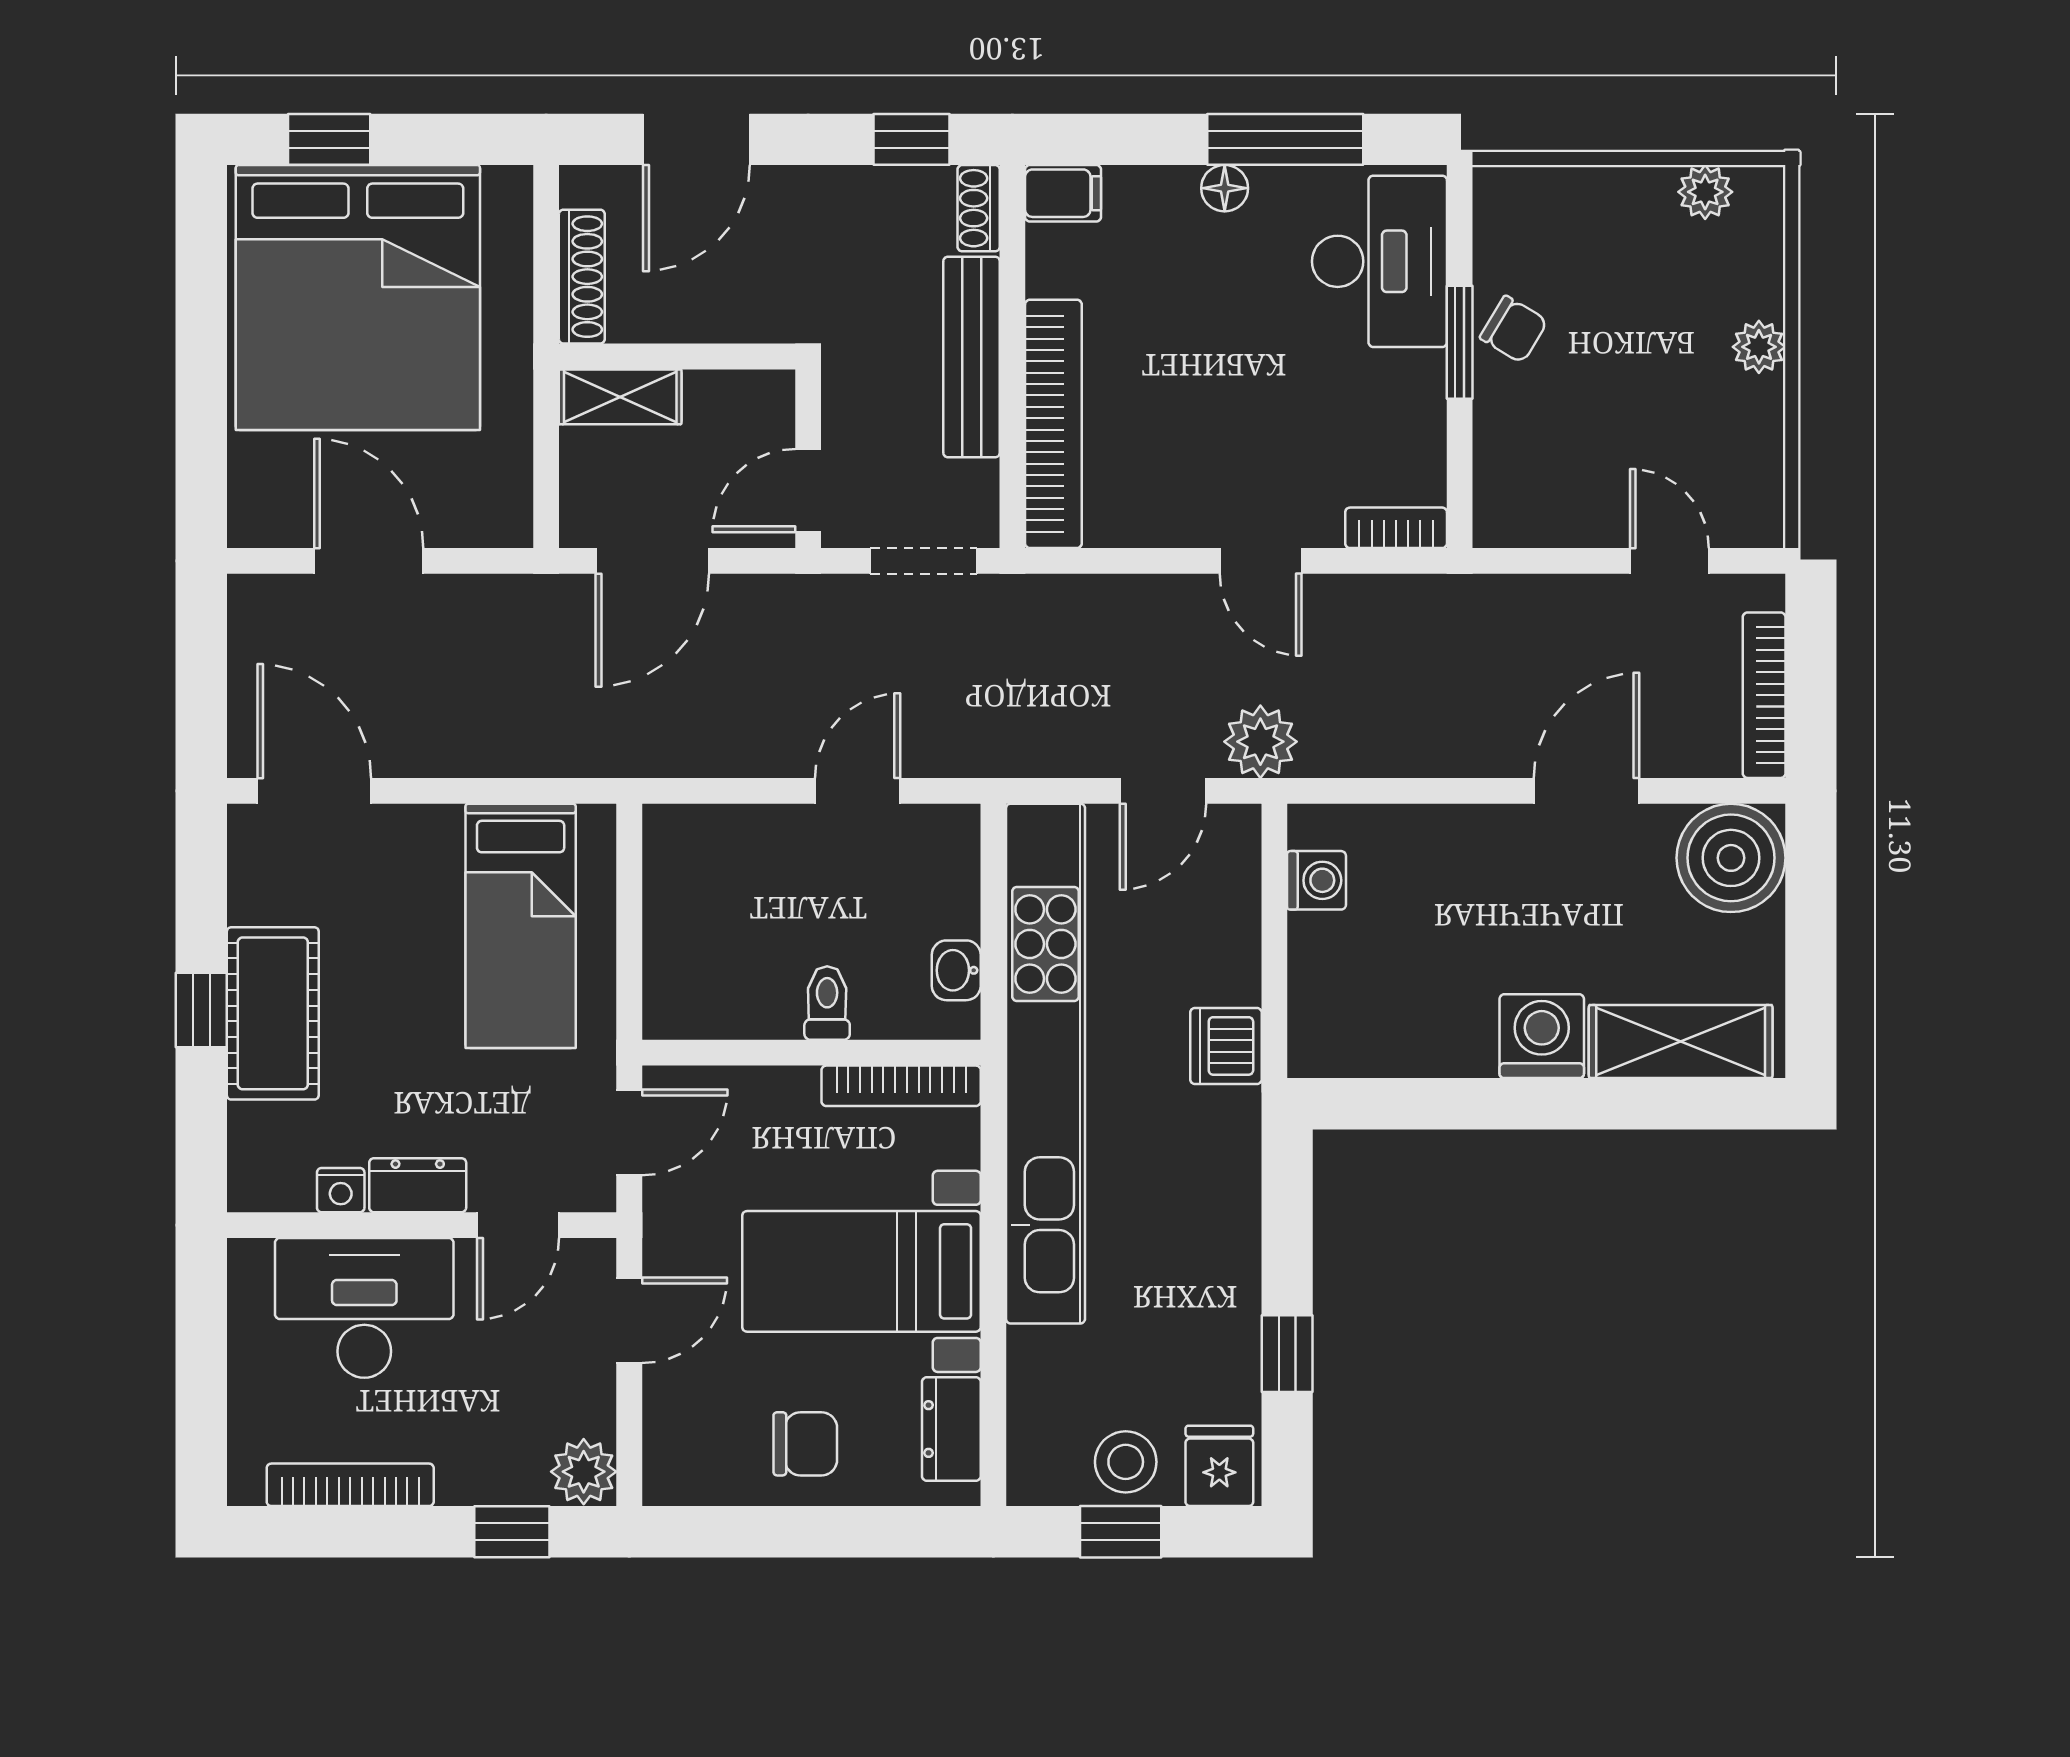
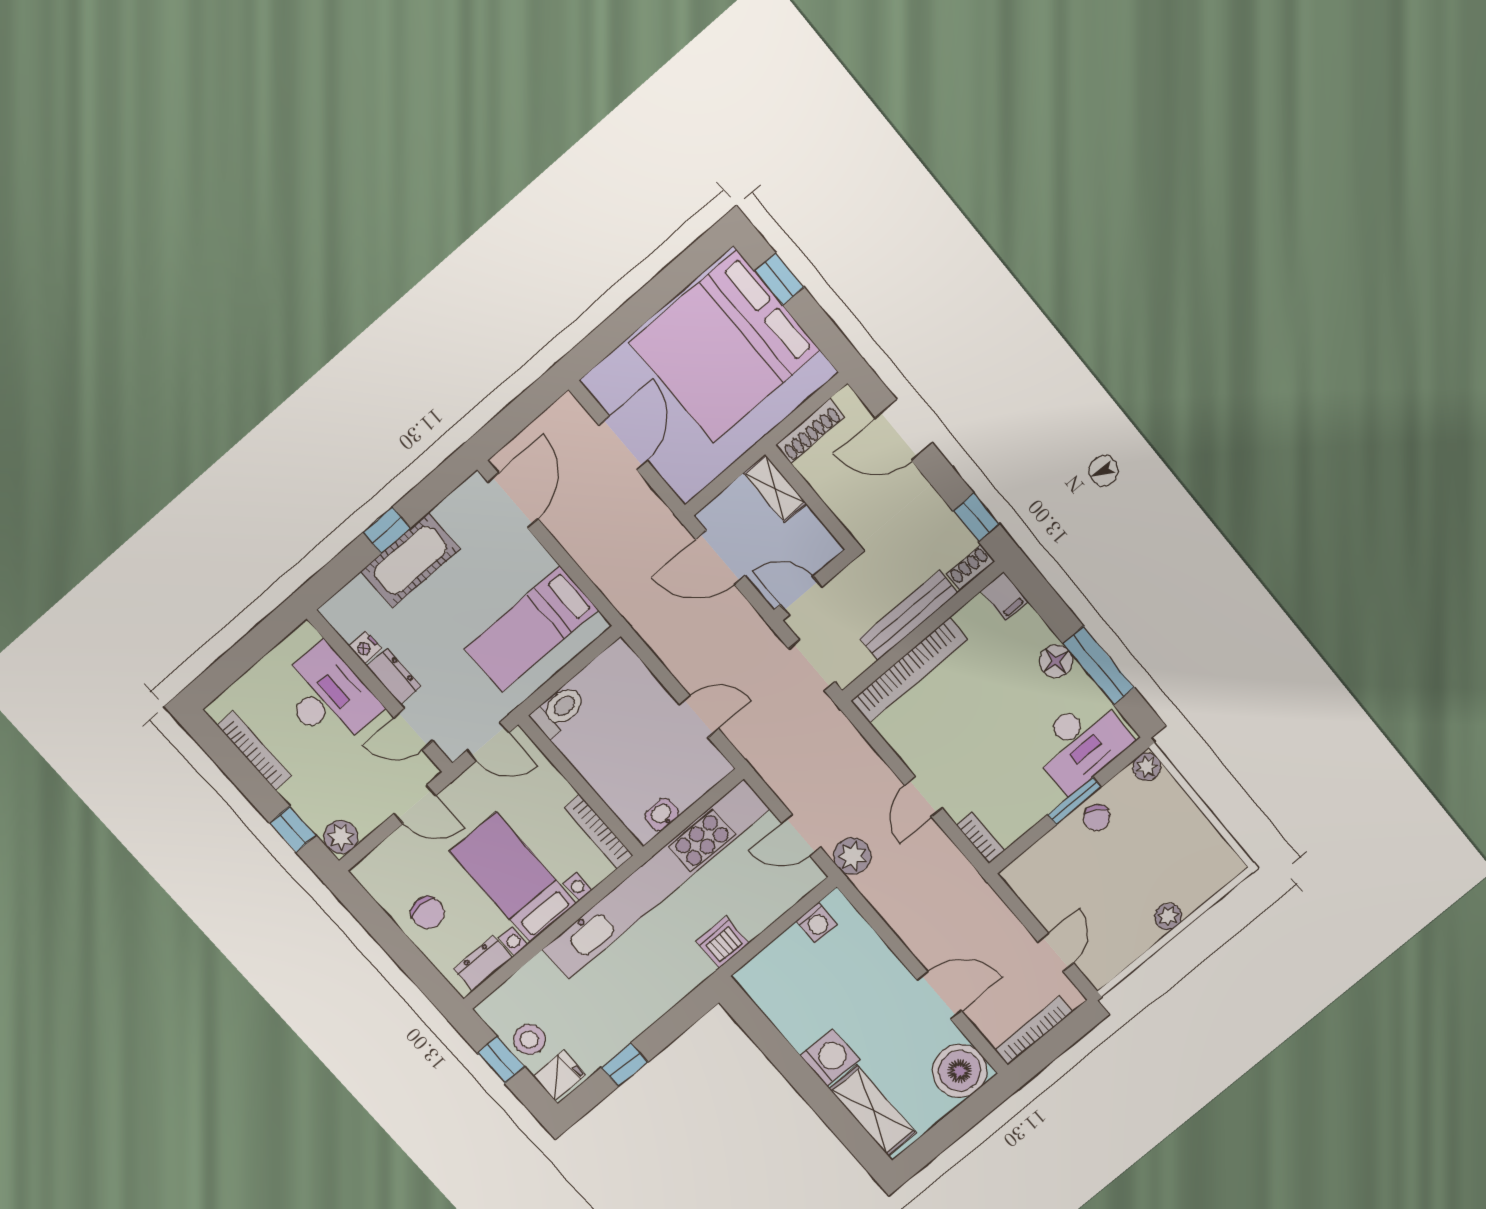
floor lamp: (1225, 188) -> (1056, 661), width x1.37, depth x1.37
plant: (1705, 192) -> (1147, 767), moved
toilet: (827, 1003) -> (559, 711), moved, width x1.37, depth x1.39

